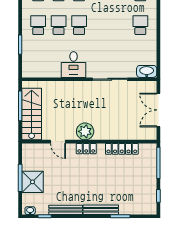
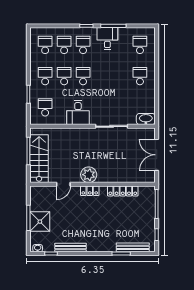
school desk: (38, 59) -> (45, 107), added
door: (58, 142) -> (63, 184), hinge flipped
bench: (101, 210) -> (133, 247), moved

